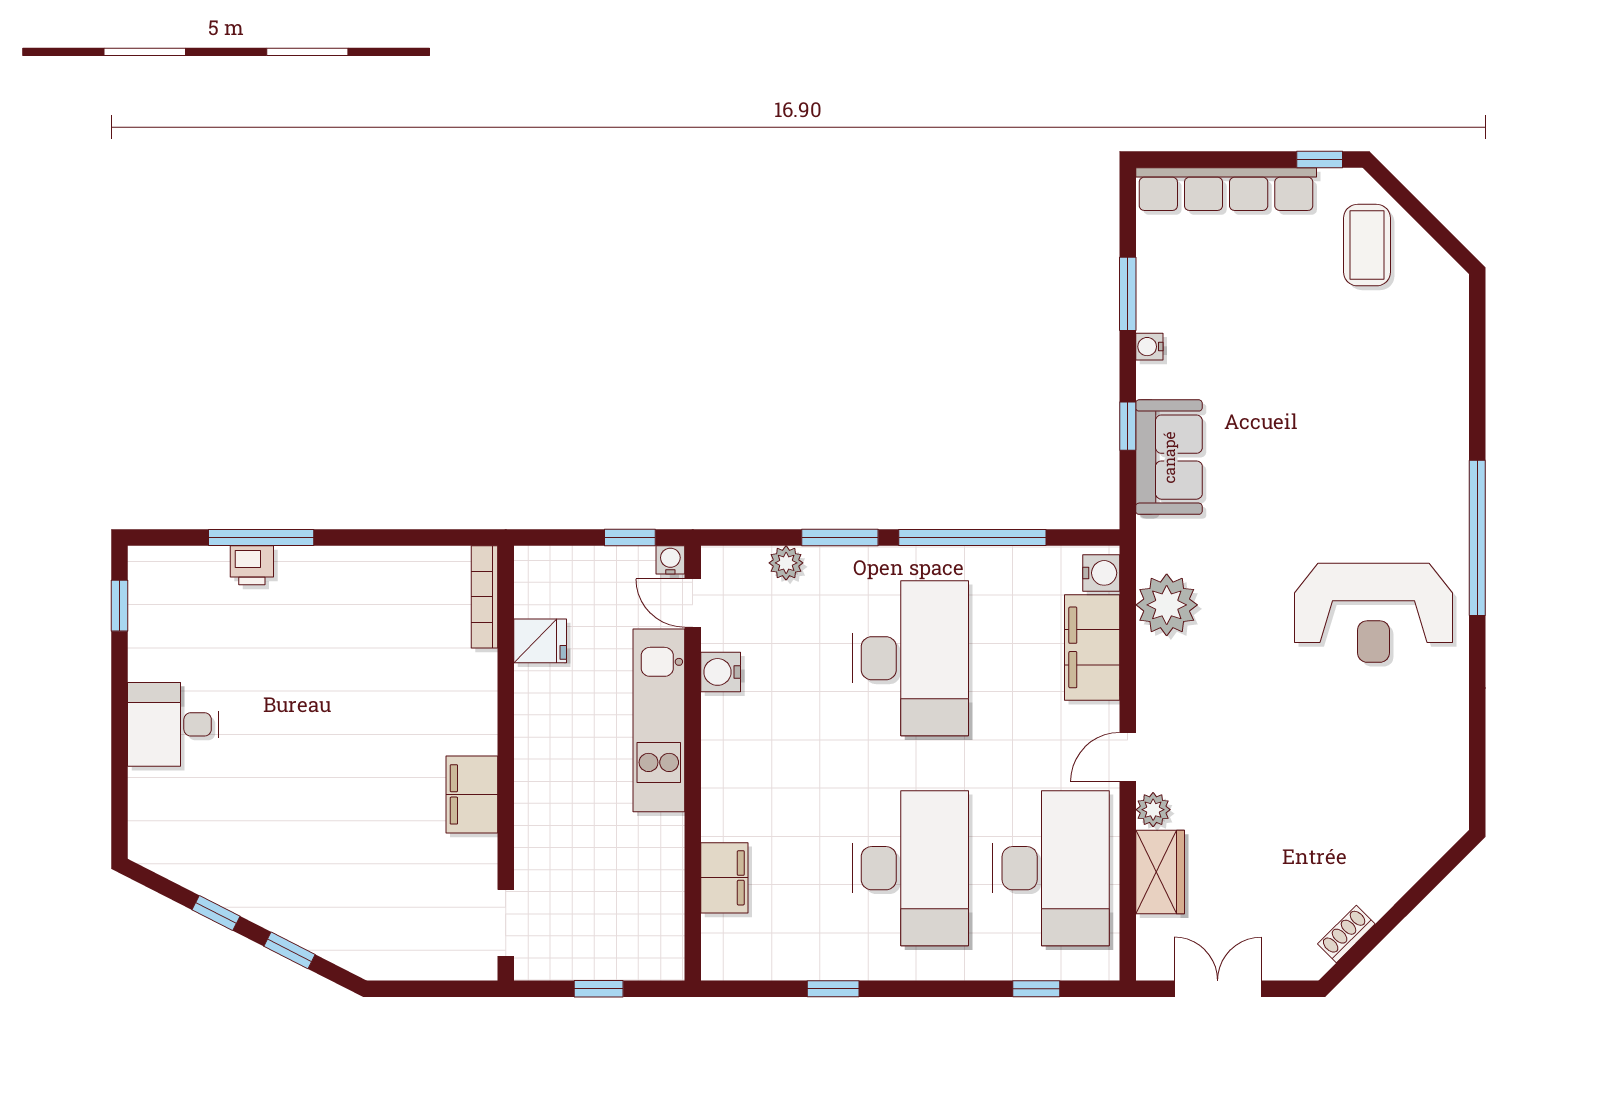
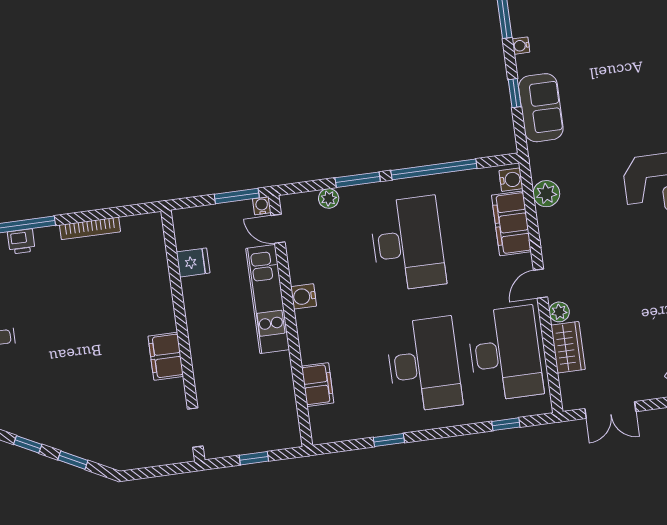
window: (630, 538) -> (237, 196), width x1.50
bookcase: (485, 597) -> (90, 228), moved, turned -90
plant: (1167, 605) -> (546, 194), width x0.73, depth x0.73
water cooler: (721, 672) -> (304, 296), moved
double door: (1218, 989) -> (610, 410), swing flipped

